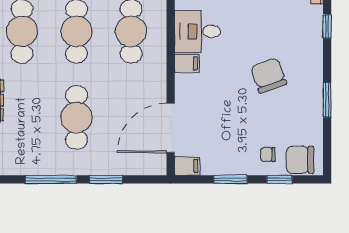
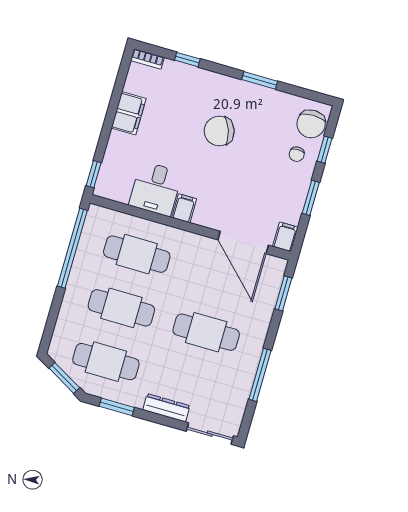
window: (106, 179) -> (283, 293), moved

